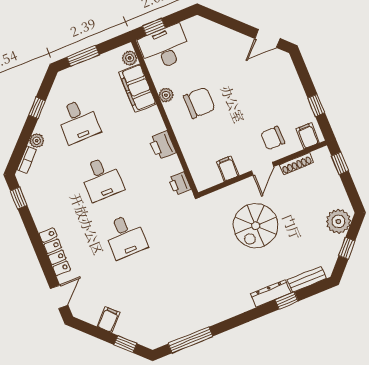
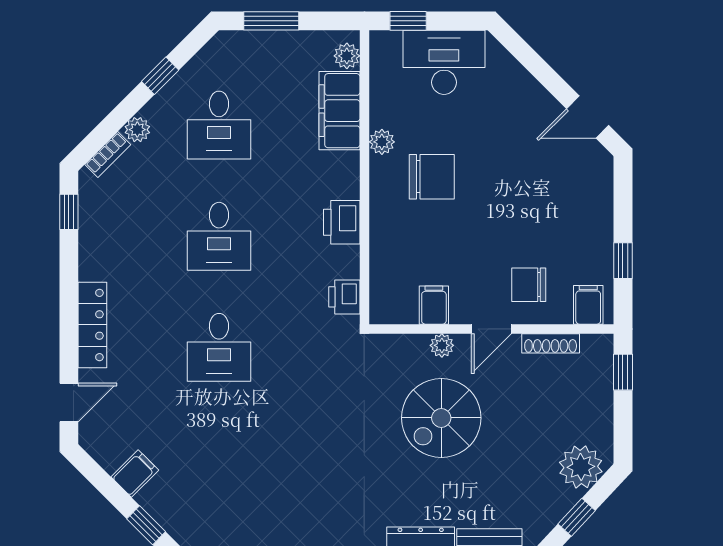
desk: (165, 48) -> (444, 62), moved
plant: (240, 188) -> (442, 345), added

